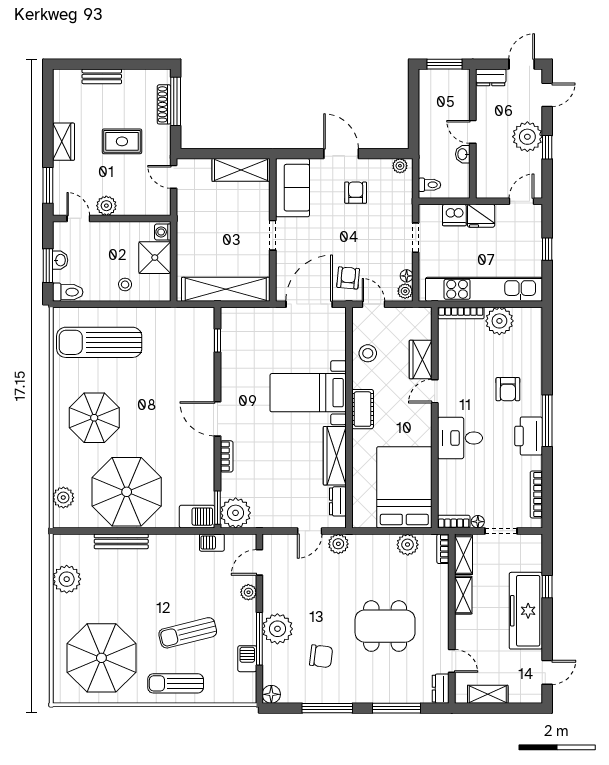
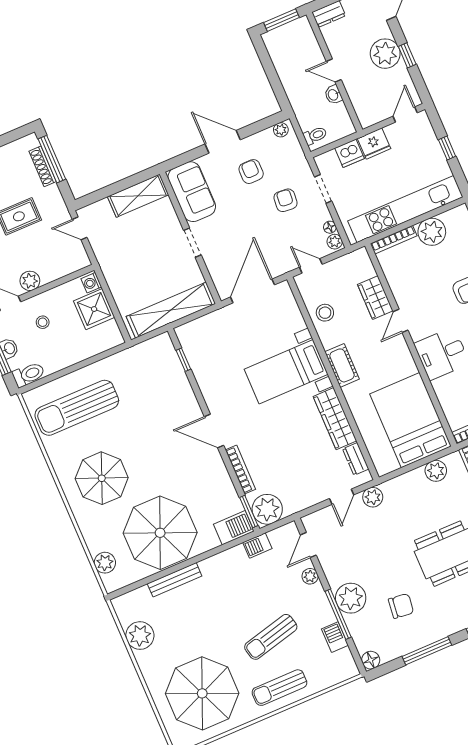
armchair: (348, 278) -> (285, 200), moved
stool: (125, 284) -> (43, 322), moved
bookcase: (227, 456) -> (240, 470), width x1.56

